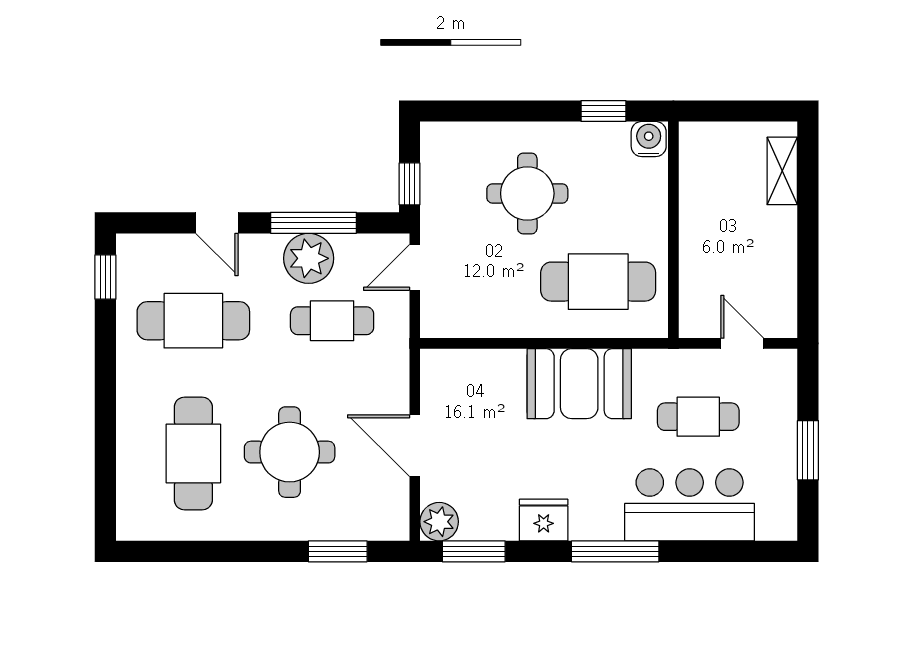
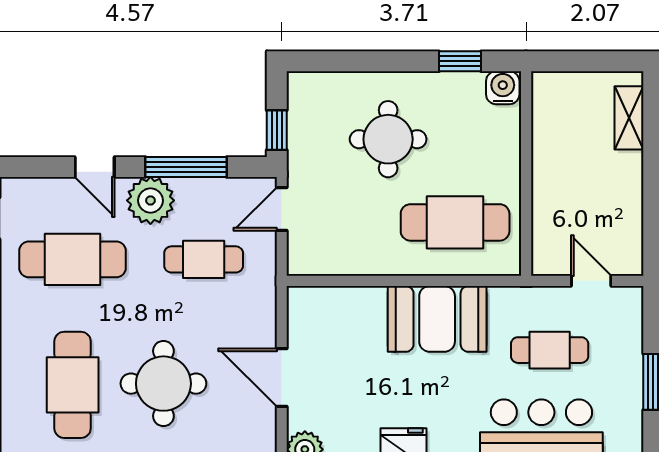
plant: (309, 258) -> (150, 200), moved

